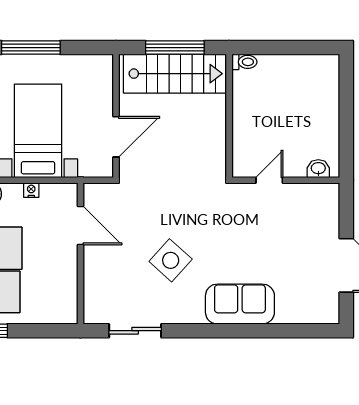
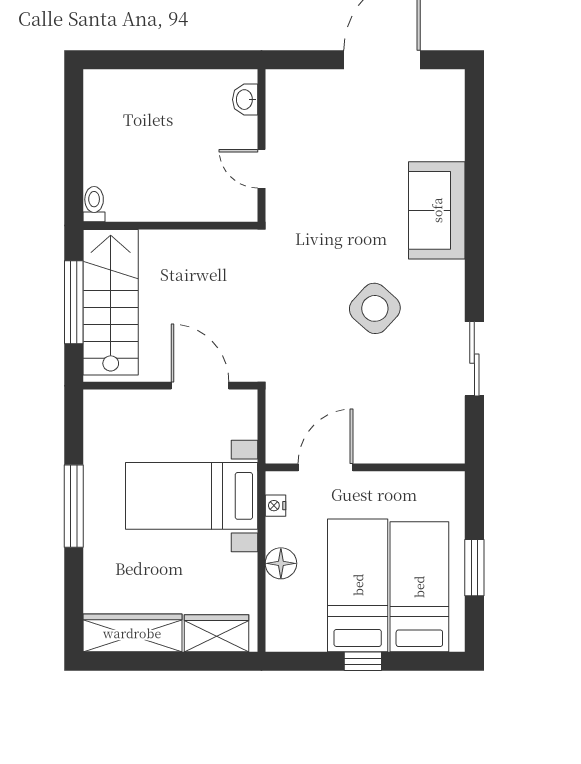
door: (80, 225) -> (325, 467), moved
wall: (80, 253) -> (365, 467), moved

